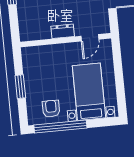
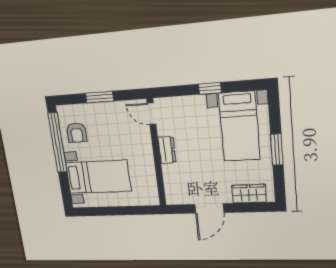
door: (90, 38) -> (152, 114), moved
armchair: (51, 109) -> (77, 133), turned 90

